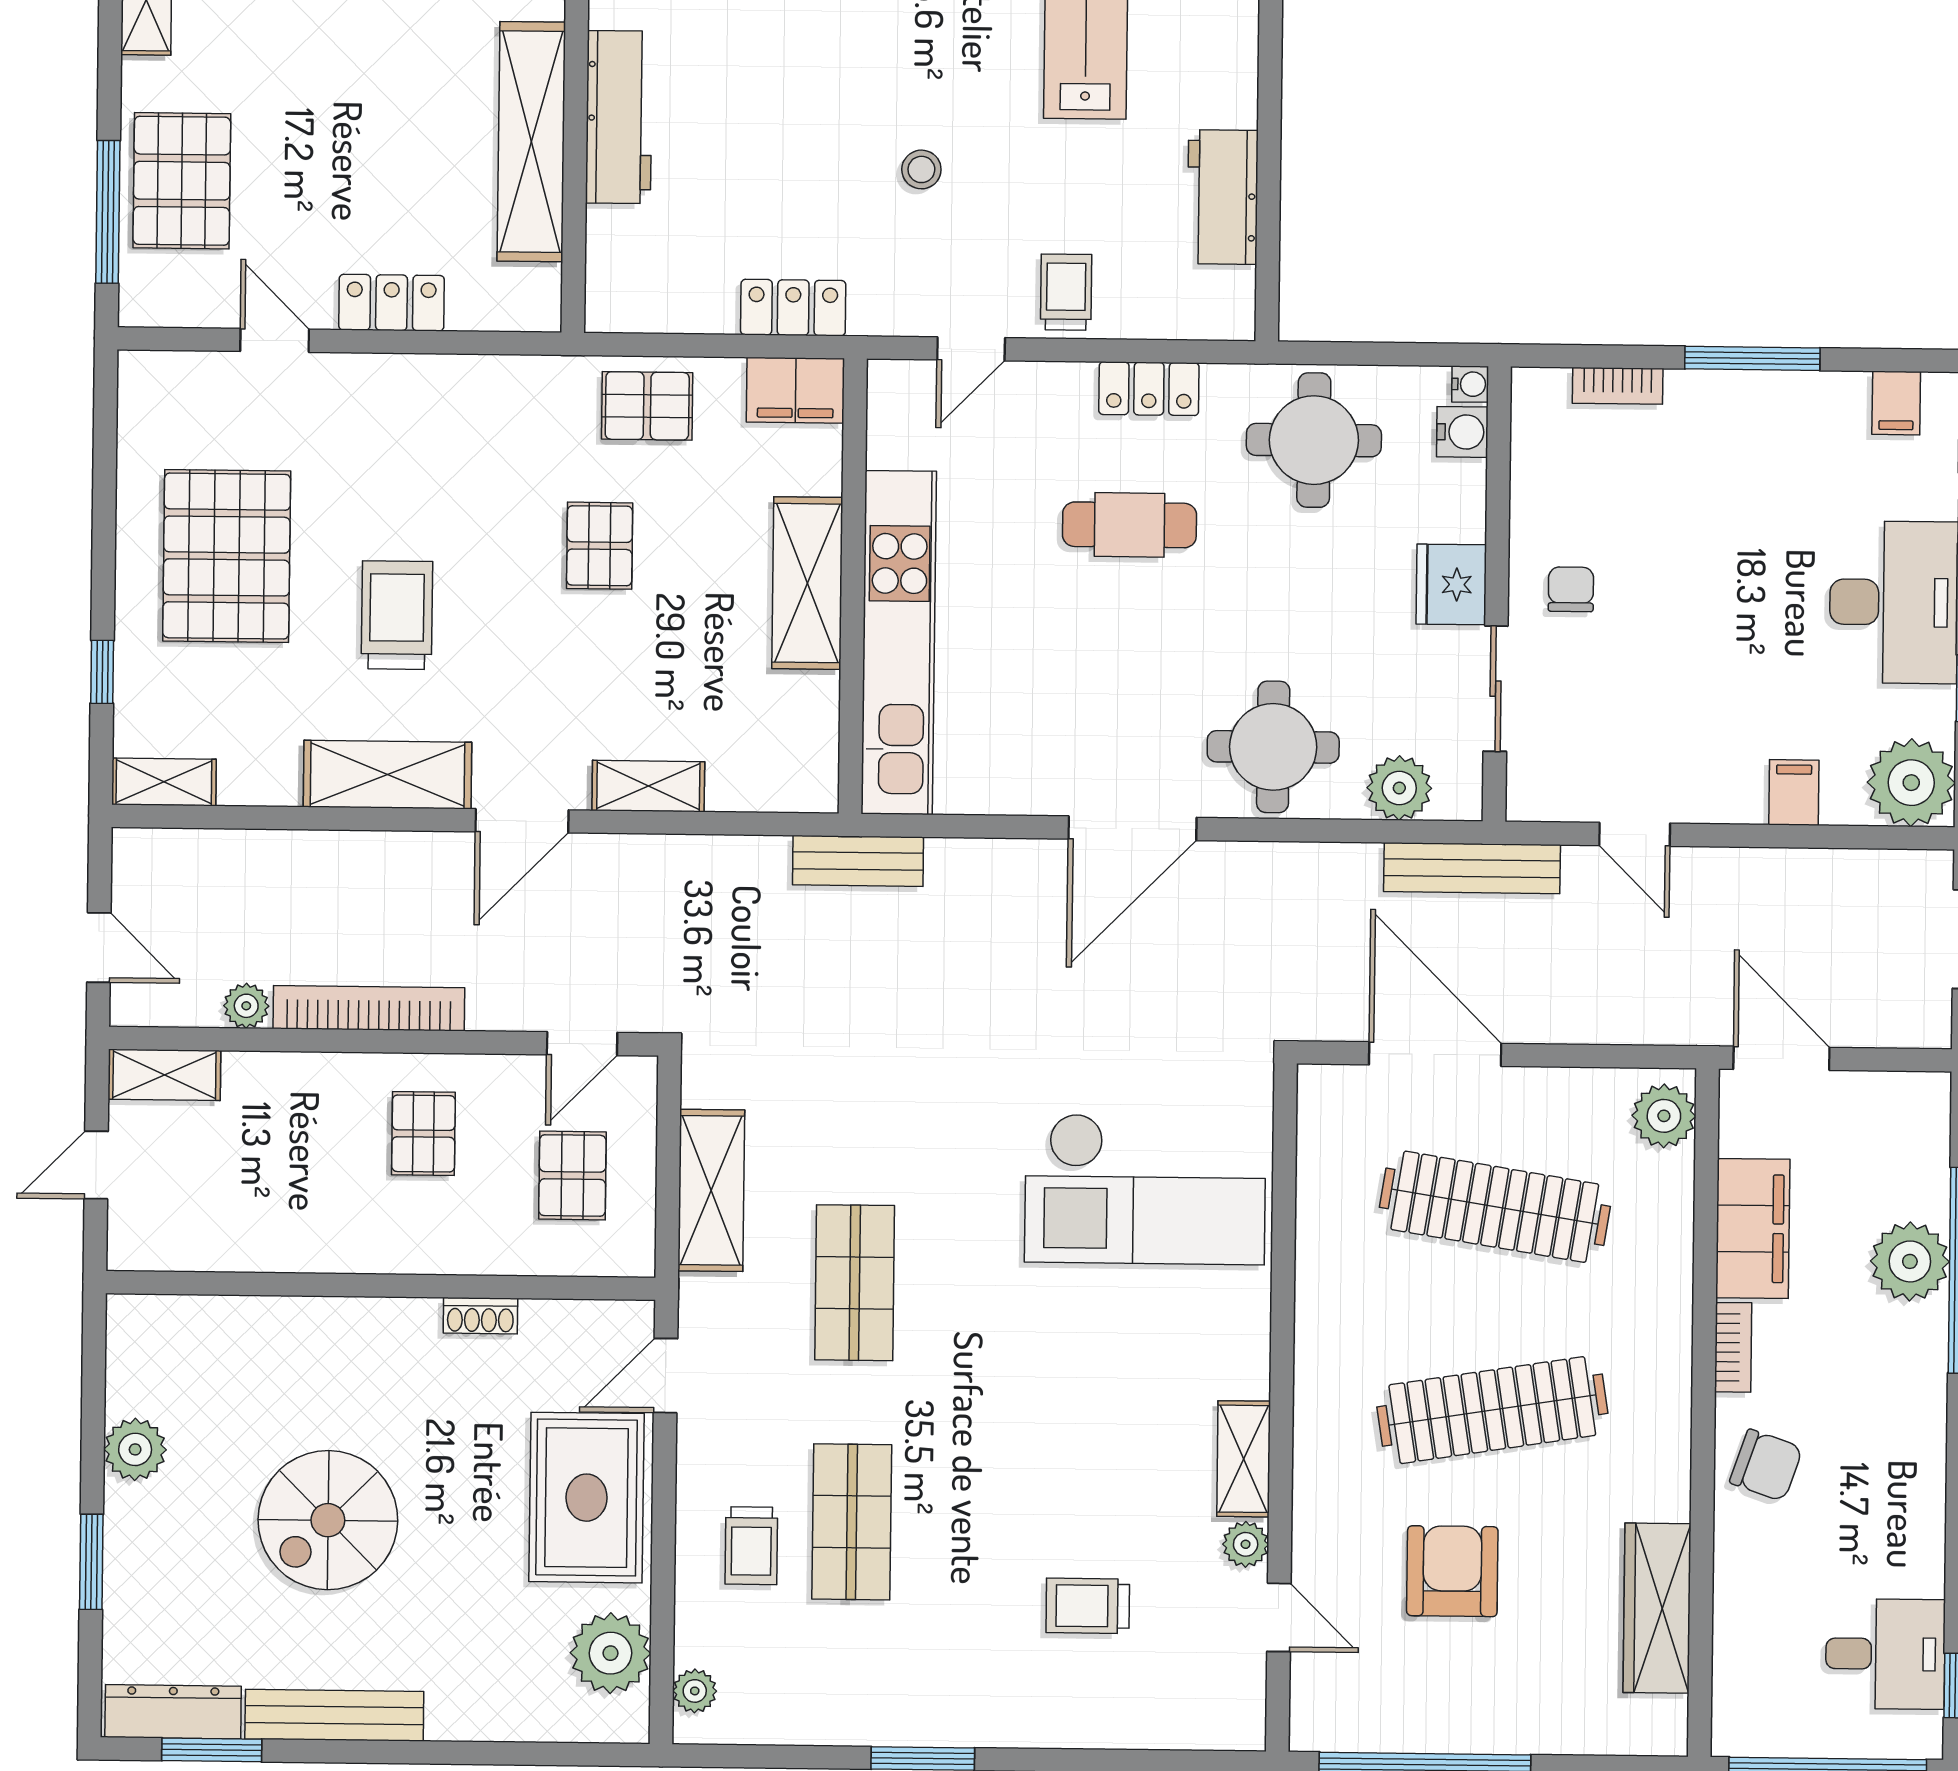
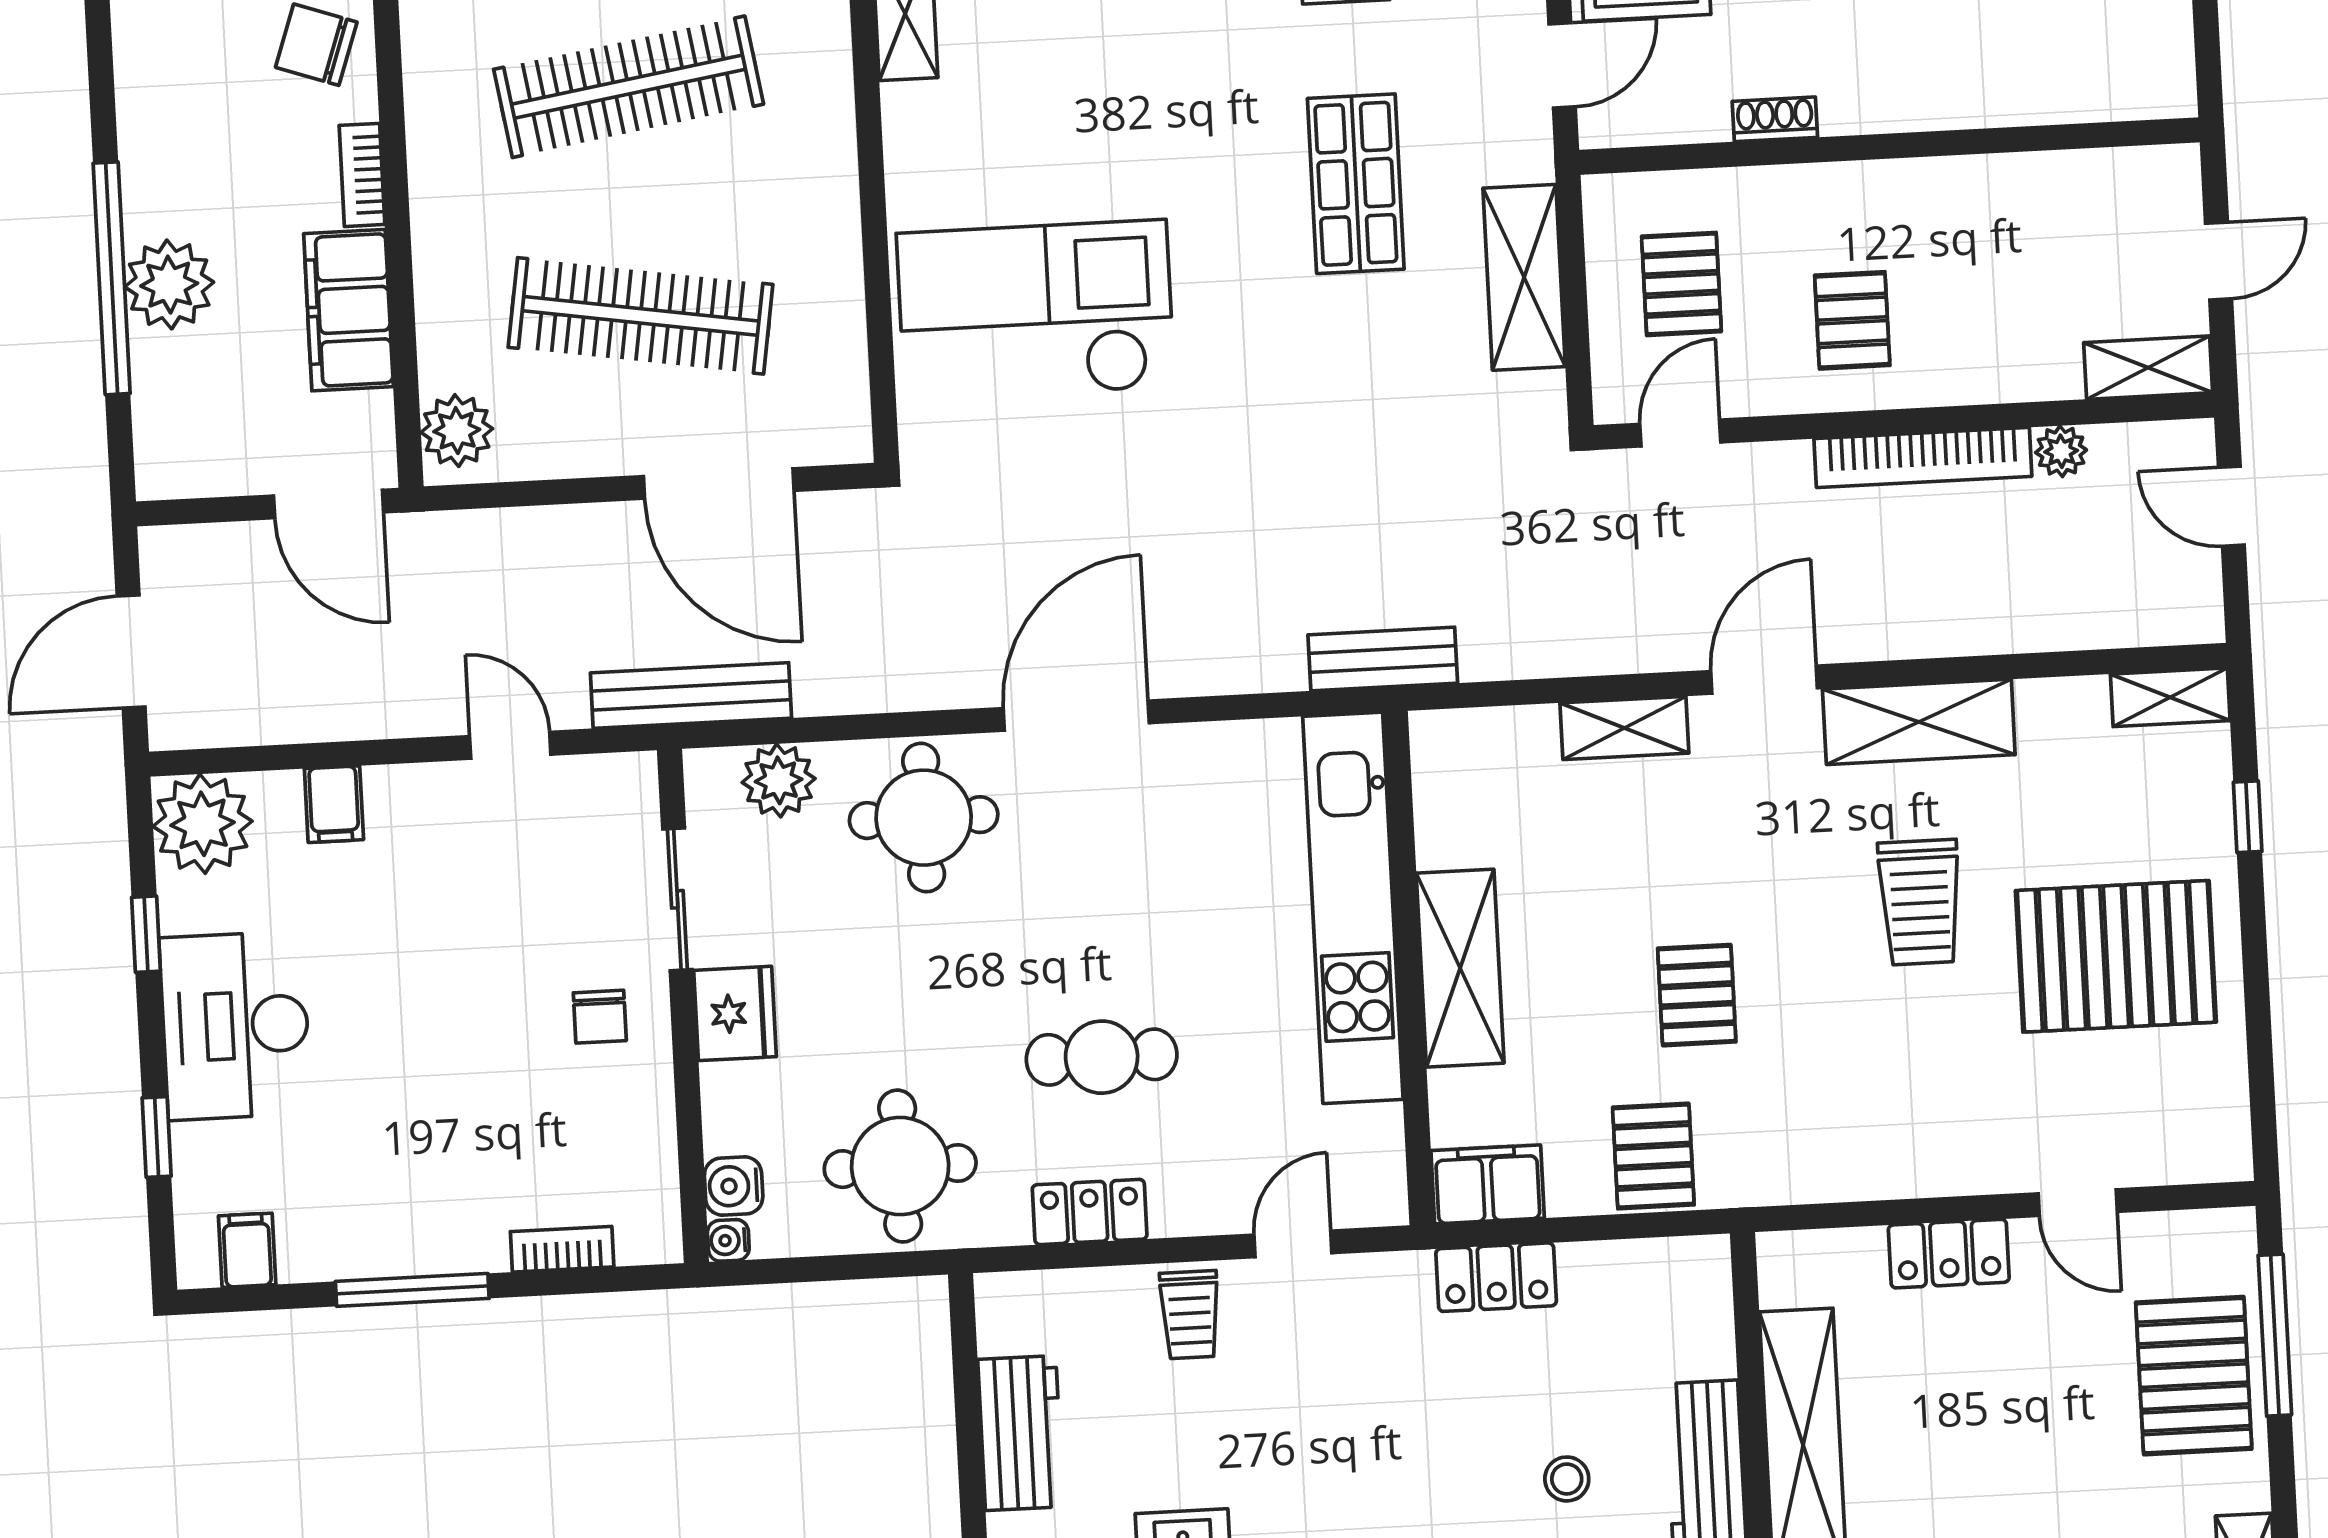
stool: (921, 169) -> (1567, 1479), moved
pallet: (647, 406) -> (1653, 1156), turned 90
pallet: (227, 556) -> (2116, 956), turned 90

